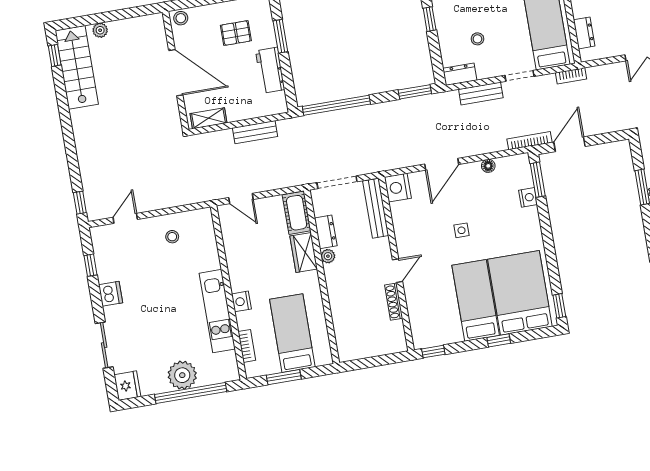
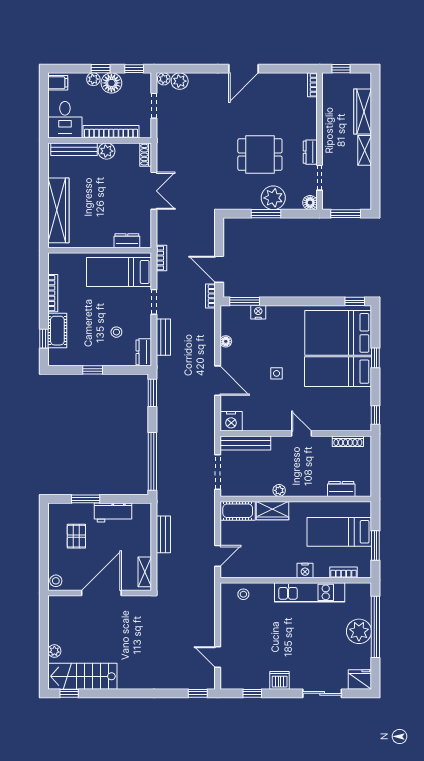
bookcase: (529, 141) -> (210, 296), width x0.64
dresser: (326, 232) -> (341, 489), moved
stool: (172, 237) -> (243, 594), moved
shoe rack: (394, 302) -> (348, 441), moved

